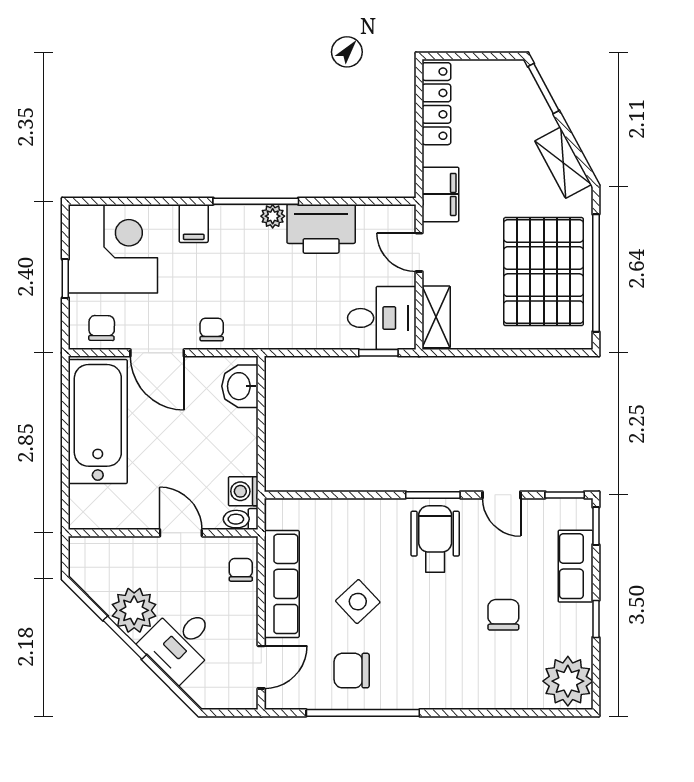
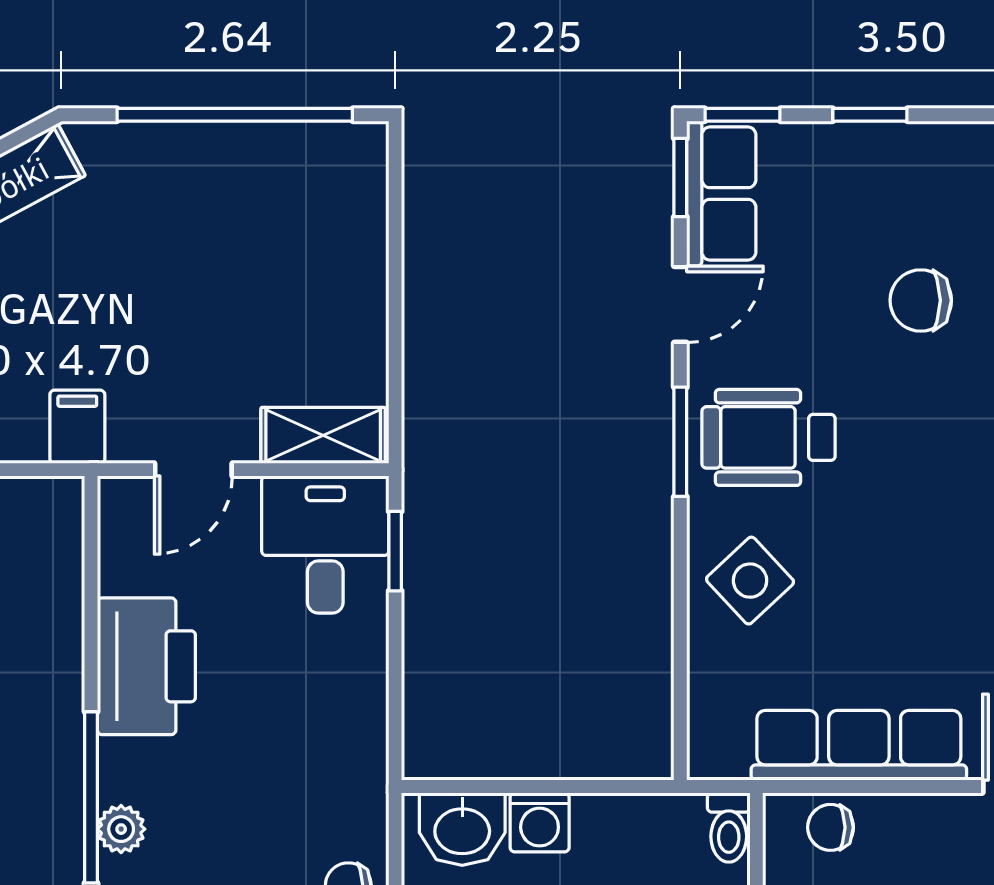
filing cabinet: (440, 194) -> (77, 427), width x0.50
plant: (273, 216) -> (121, 829), moved
pallet: (544, 272) -> (232, 220), removed
washing machine: (243, 491) -> (540, 822), moved
row of seats: (576, 566) -> (721, 193), moved, turned -90
side table: (358, 602) -> (750, 581), moved
window: (596, 619) -> (870, 115), moved

